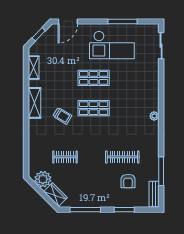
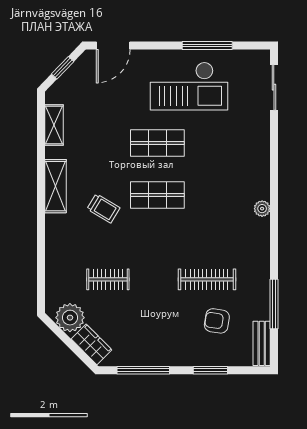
armchair: (128, 181) -> (217, 321), turned 99

